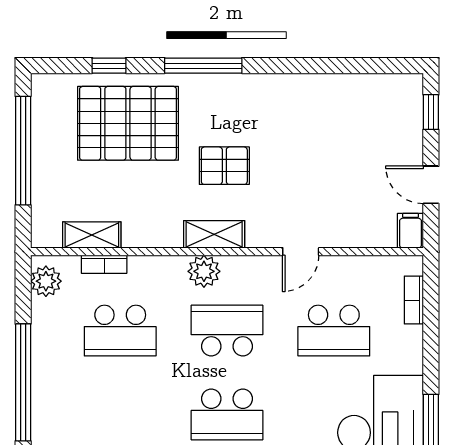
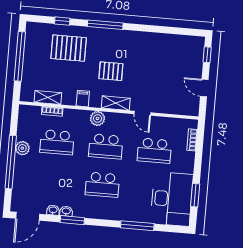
pallet: (128, 123) -> (69, 48), width x0.73, depth x0.71
filing cabinet: (410, 231) -> (83, 99), moved
shelving: (214, 234) -> (116, 103), moved
door: (301, 252) -> (142, 113), hinge flipped
plant: (46, 281) -> (22, 148), moved
school desk: (227, 331) -> (106, 146), turned 180

